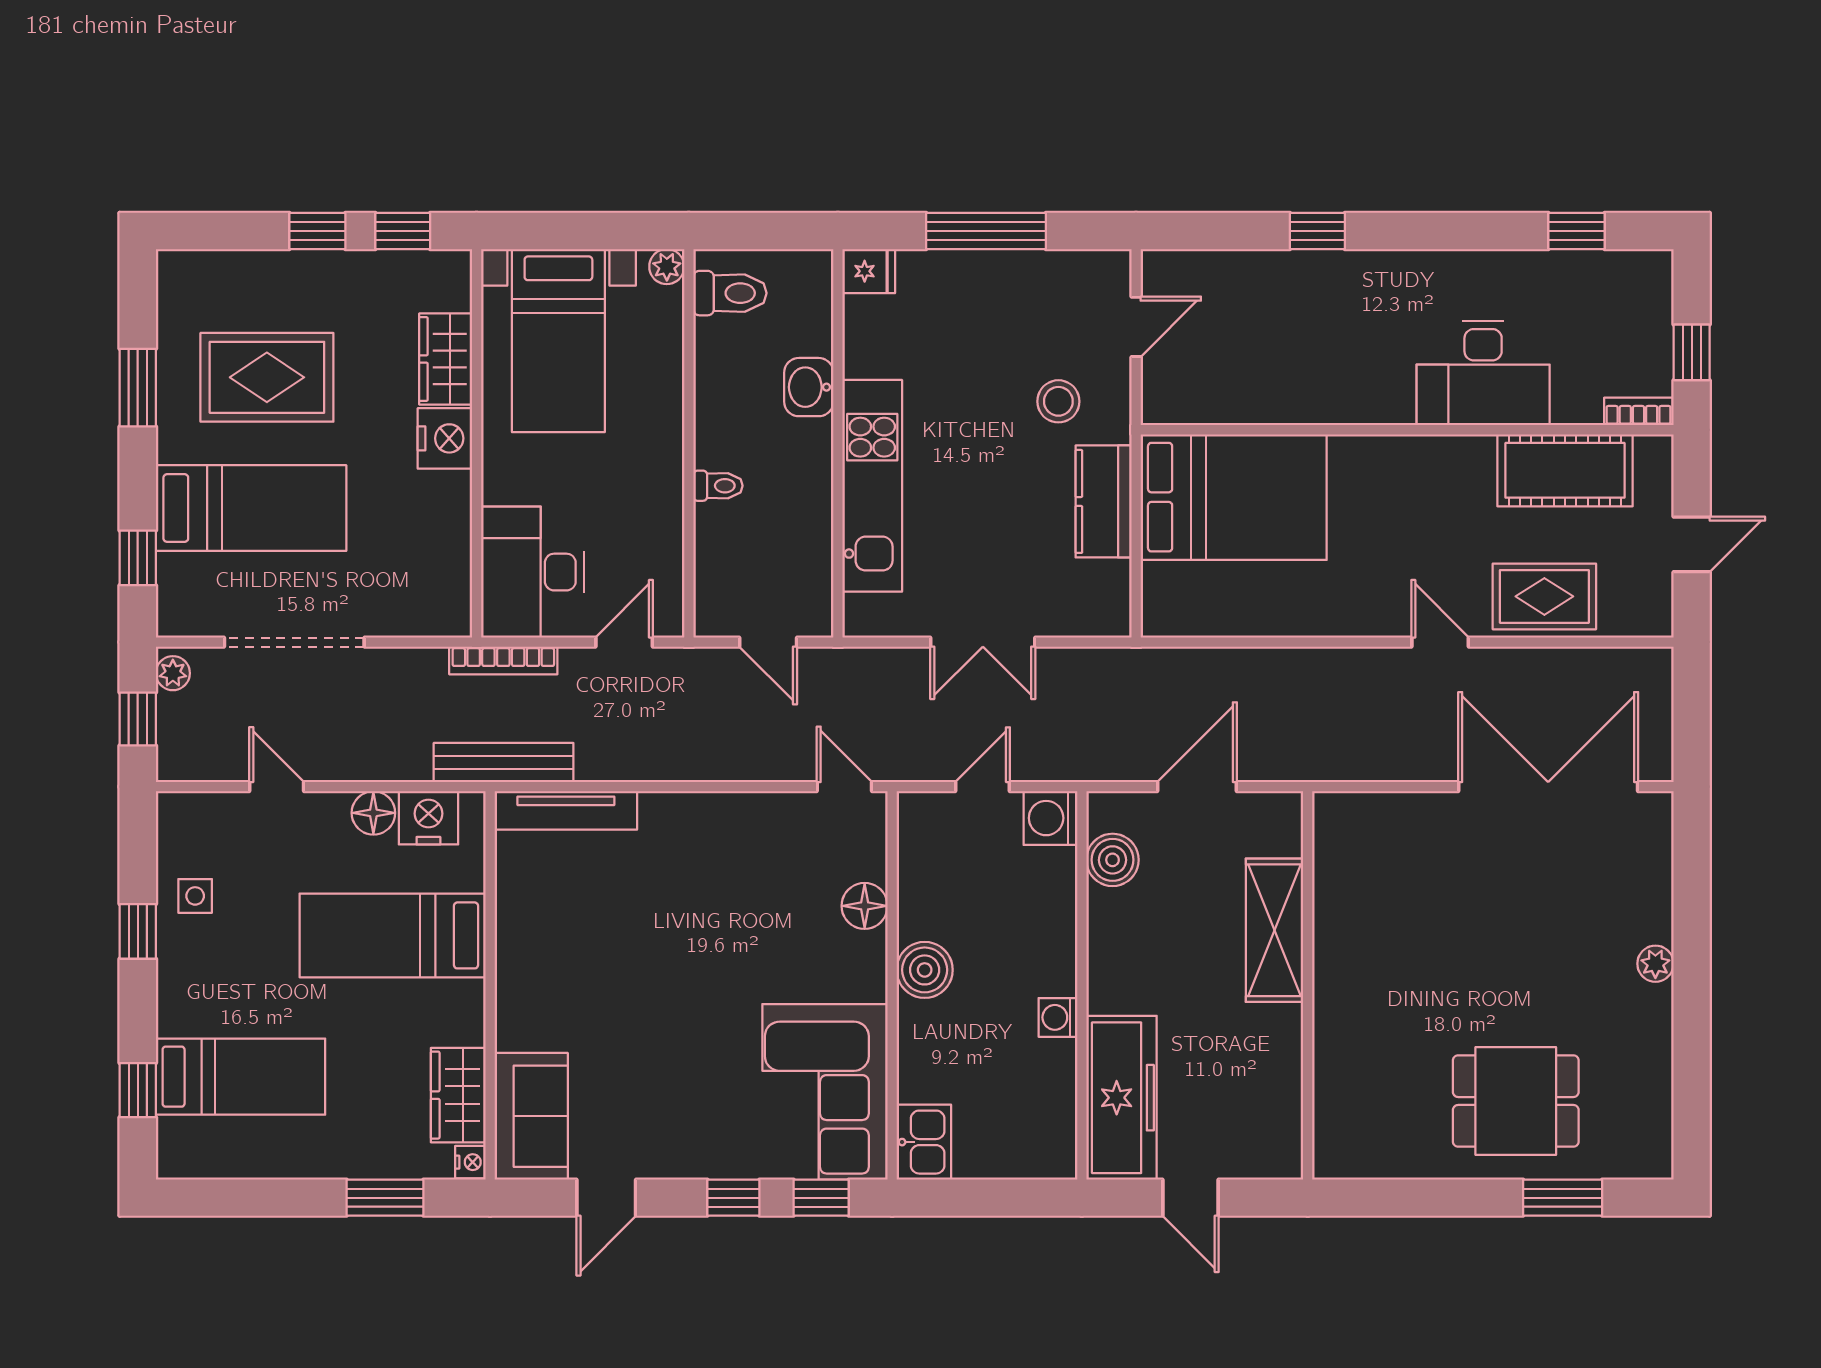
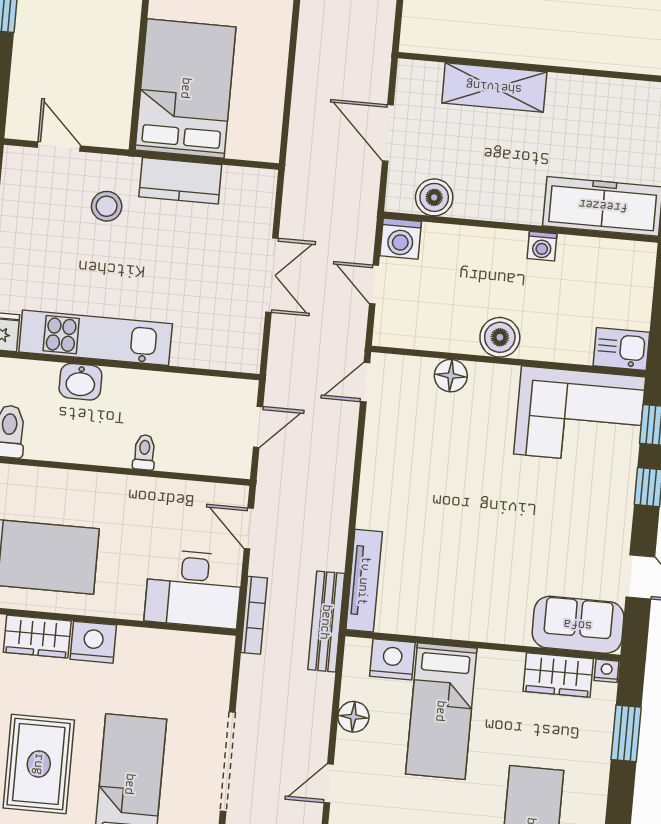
kitchen unit: (872, 486) -> (96, 338), moved
nightstand: (428, 818) -> (392, 659), moved, turned 90

